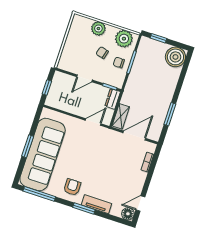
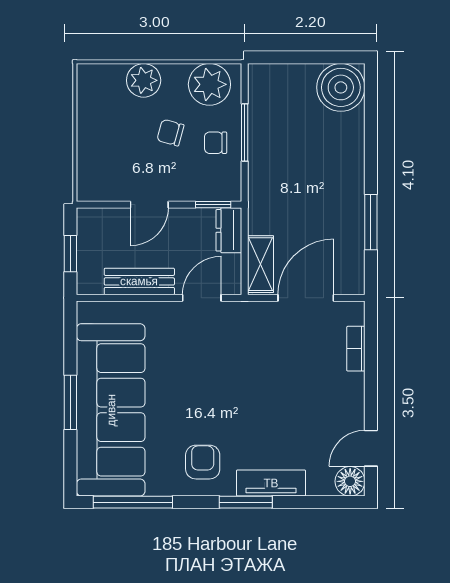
window: (158, 38) -> (288, 57), removed
bench: (71, 107) -> (139, 281), added

